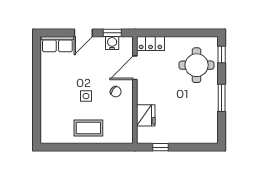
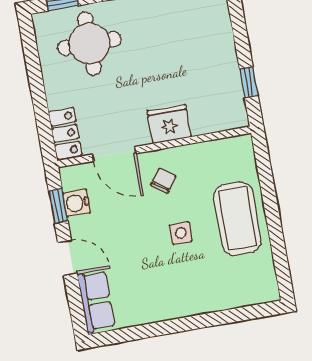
fridge: (146, 115) -> (169, 124), moved
coffee table: (88, 128) -> (237, 219), width x1.36, depth x1.32

